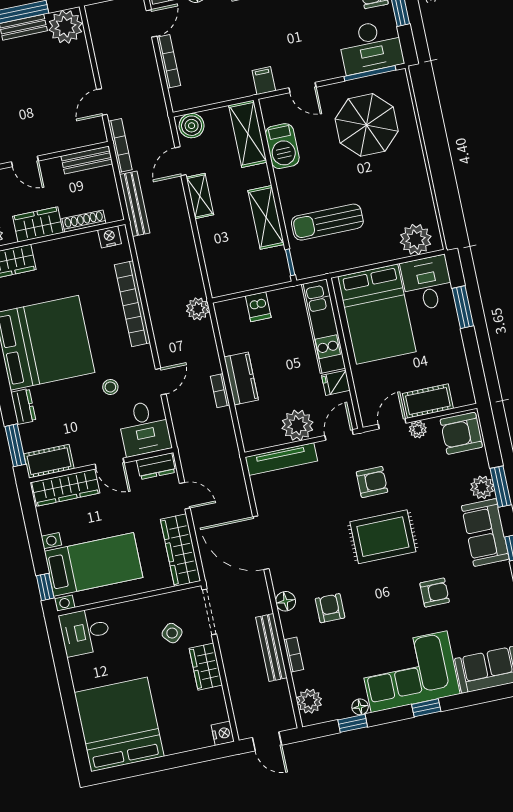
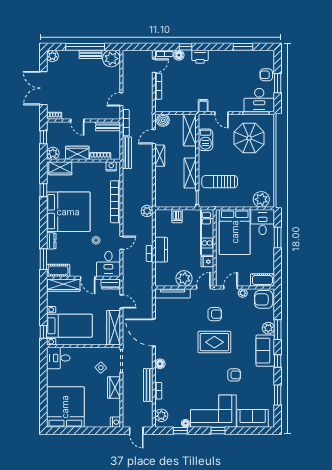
cot: (428, 401) -> (262, 280), moved
armchair: (330, 608) -> (181, 372), removed

